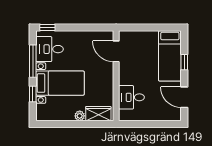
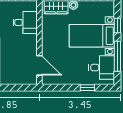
window: (47, 28) -> (87, 88), moved

